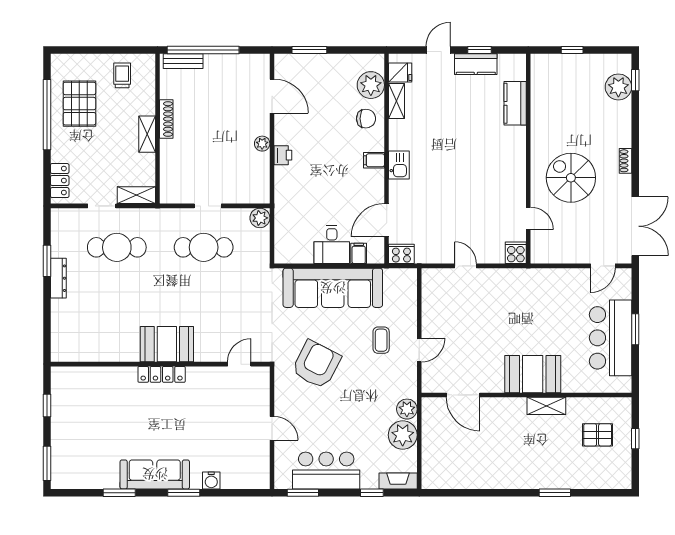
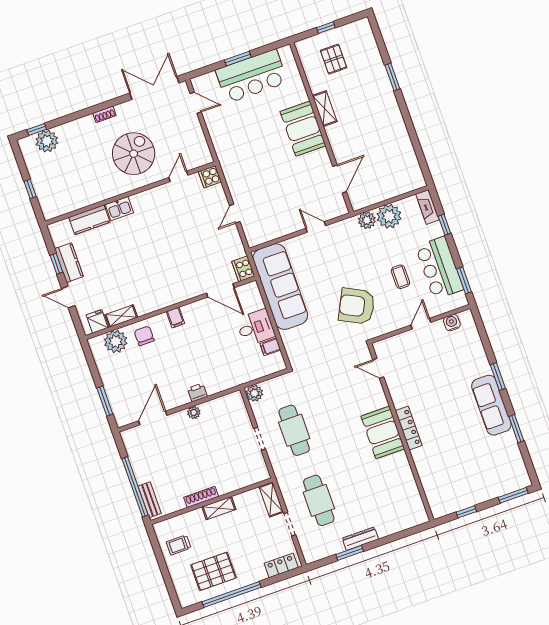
kitchen sink: (399, 165) -> (119, 209), moved, turned 180
spiral stairs: (571, 178) -> (134, 154), turned 180
filing cabinet: (359, 253) -> (270, 347), moved
sofa: (333, 288) -> (280, 287), moved
coffee table: (381, 340) -> (400, 277), moved, turned 90
water cooler: (211, 480) -> (452, 323), moved, turned -90

